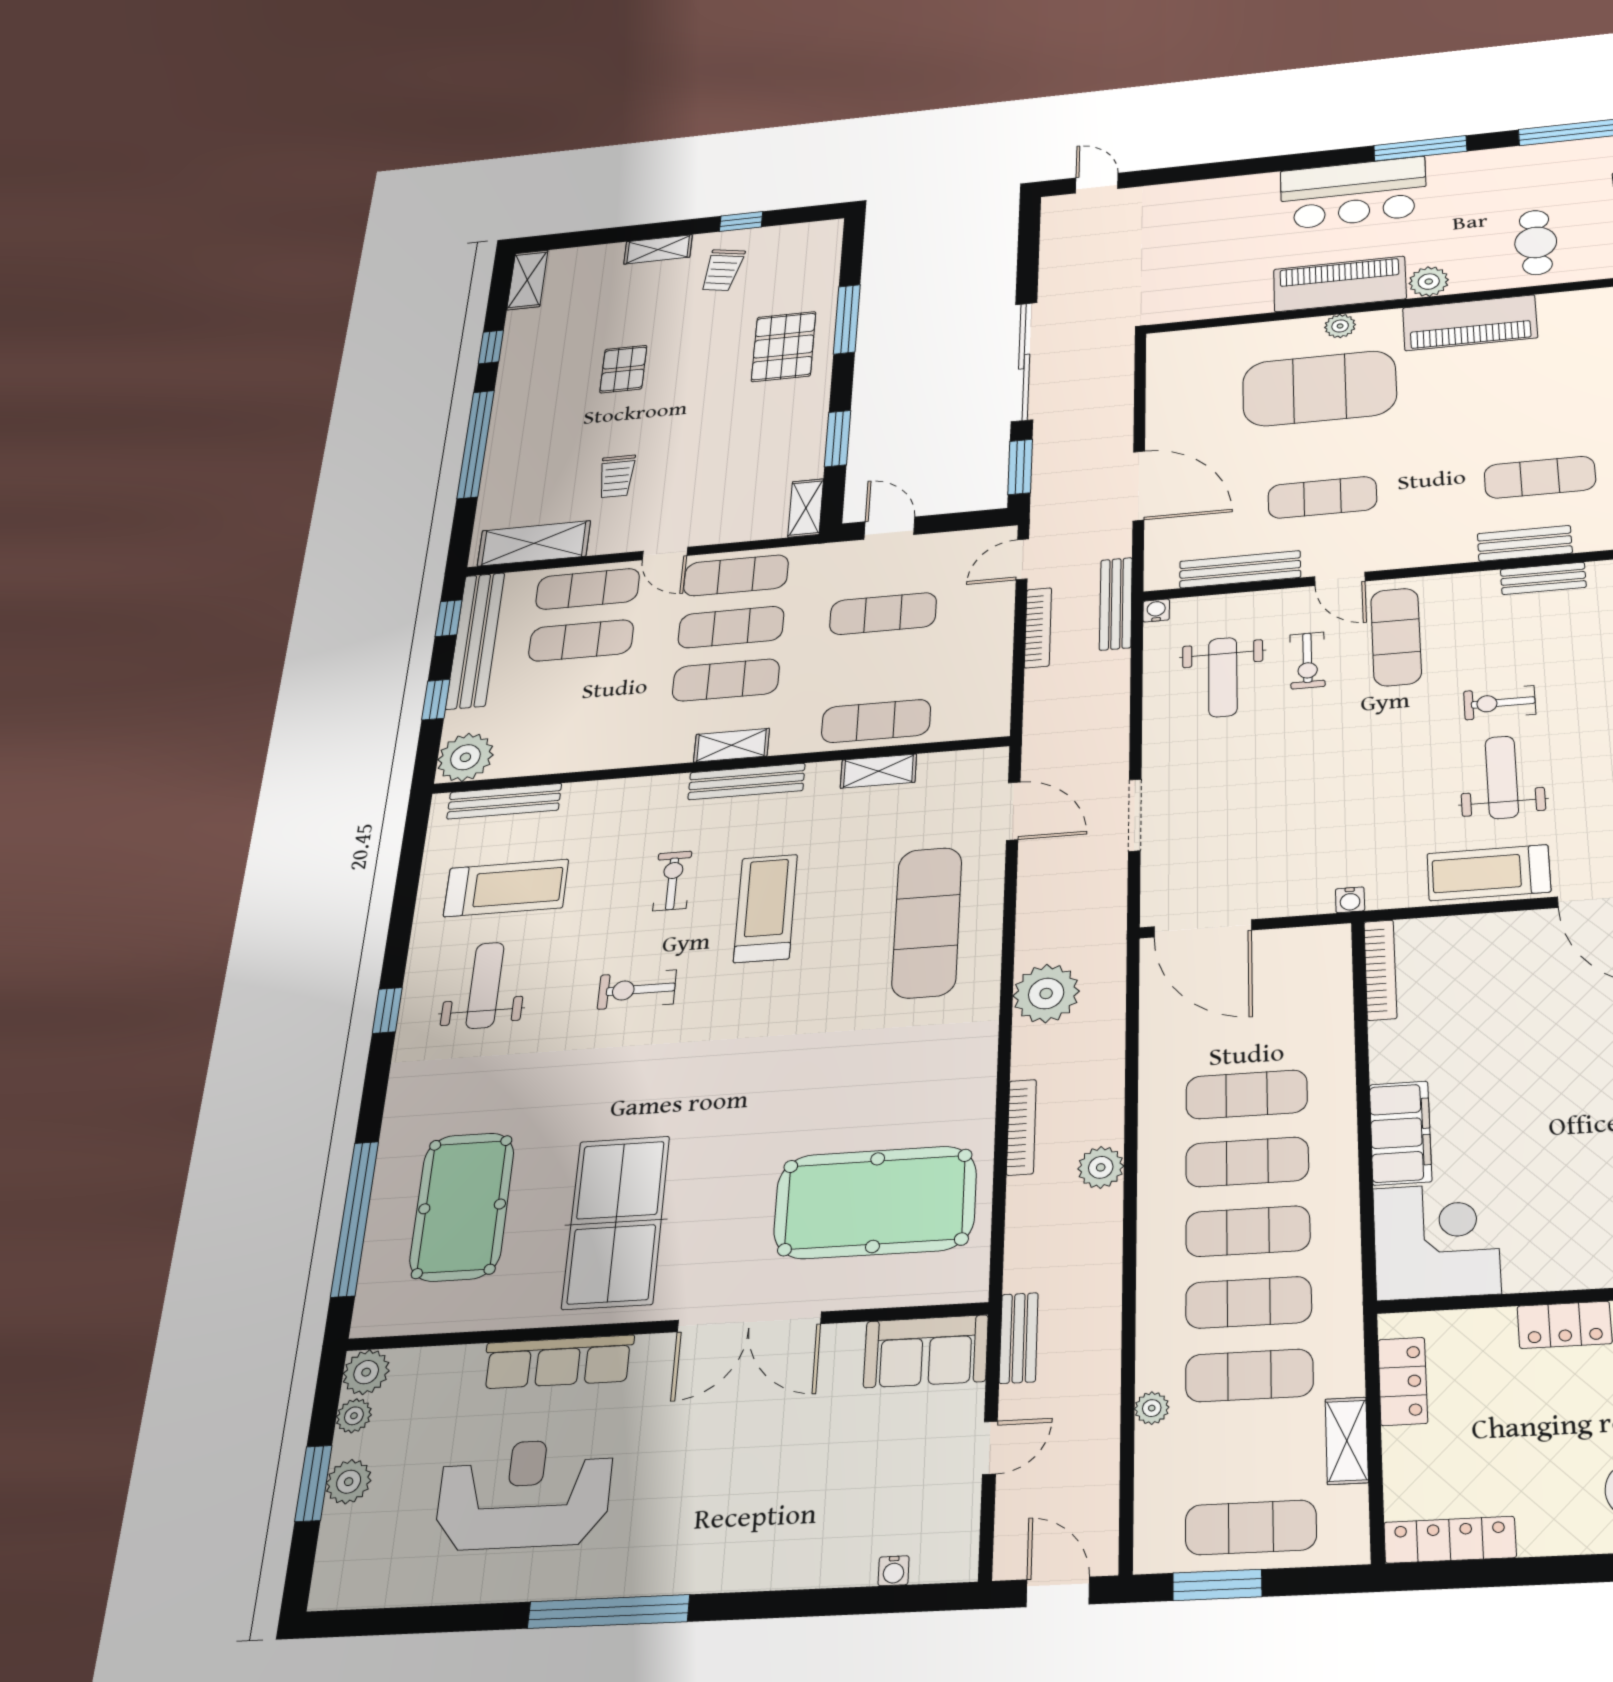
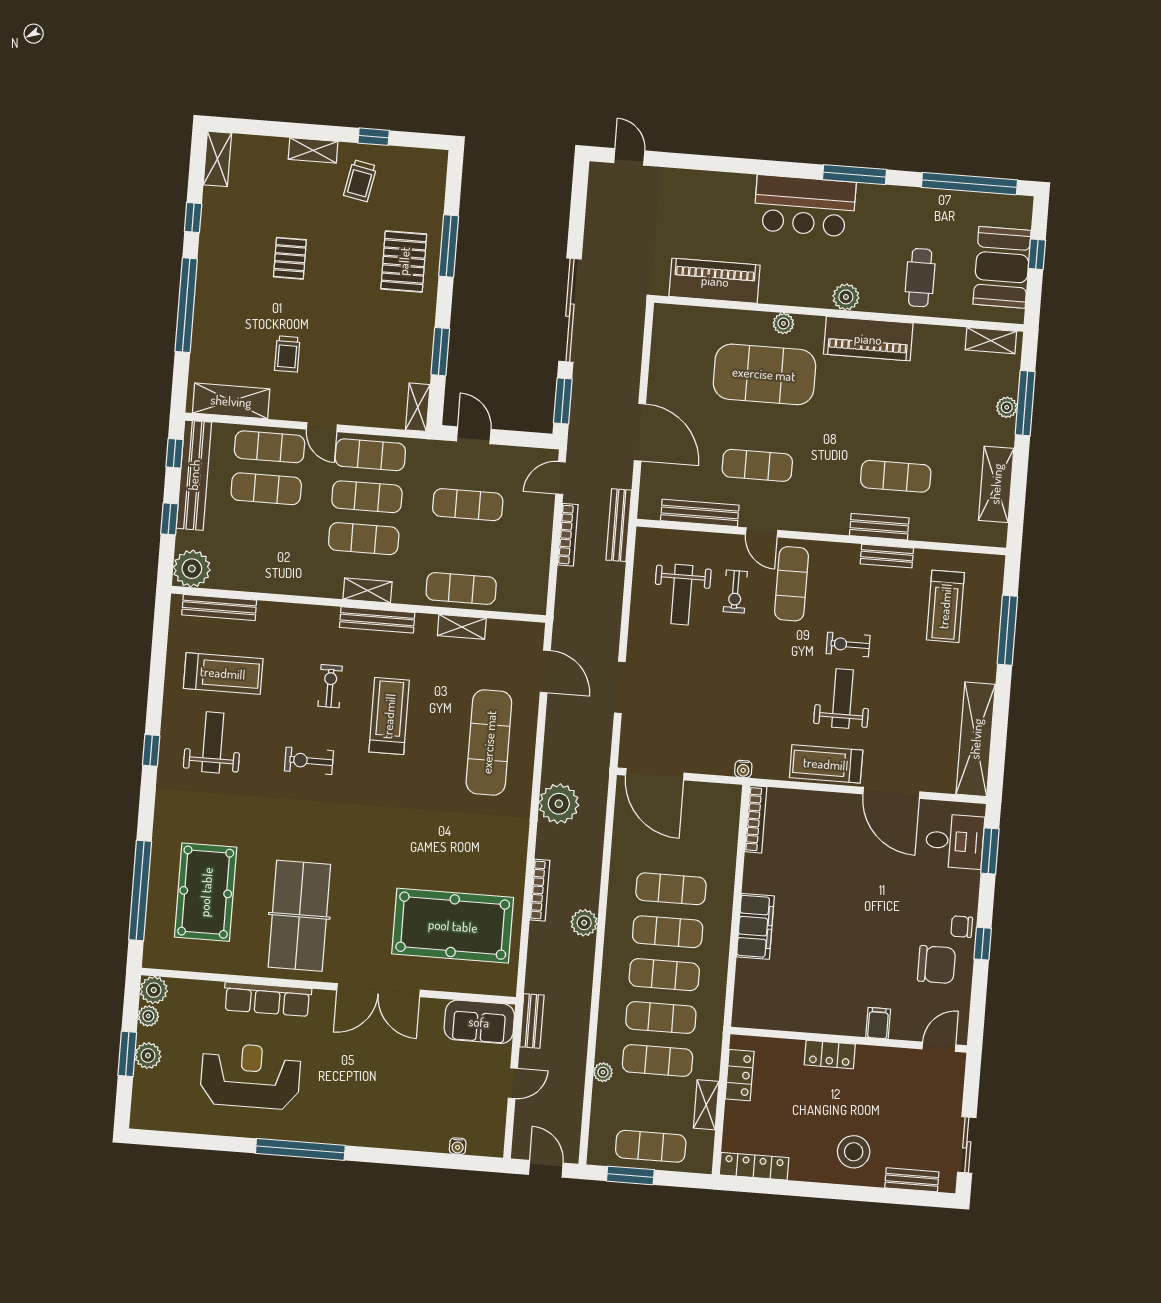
piano: (1340, 284) -> (715, 281), moved
water cooler: (1156, 611) -> (644, 535), removed
corner desk: (1436, 1241) -> (768, 995), removed

